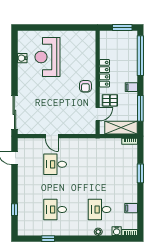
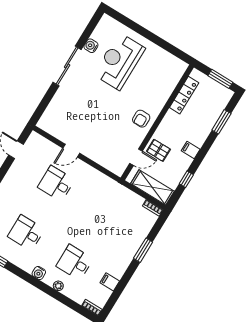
window: (140, 56) -> (221, 122), width x0.47
locker: (105, 73) -> (184, 95), moved
window: (140, 108) -> (186, 179), width x0.46
sliding door: (14, 112) -> (67, 66), moved
door: (52, 136) -> (71, 151), hinge flipped
water cooler: (117, 231) -> (39, 273), moved

